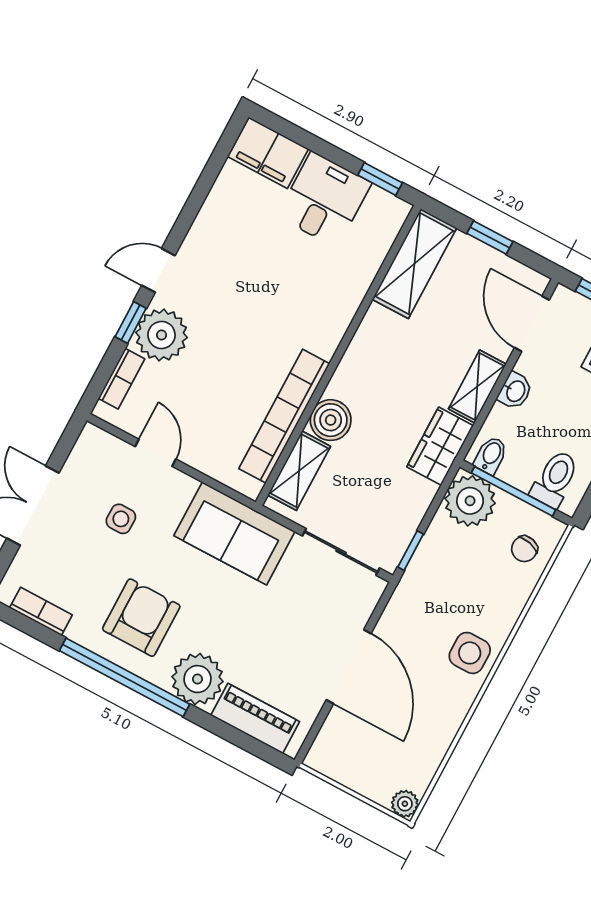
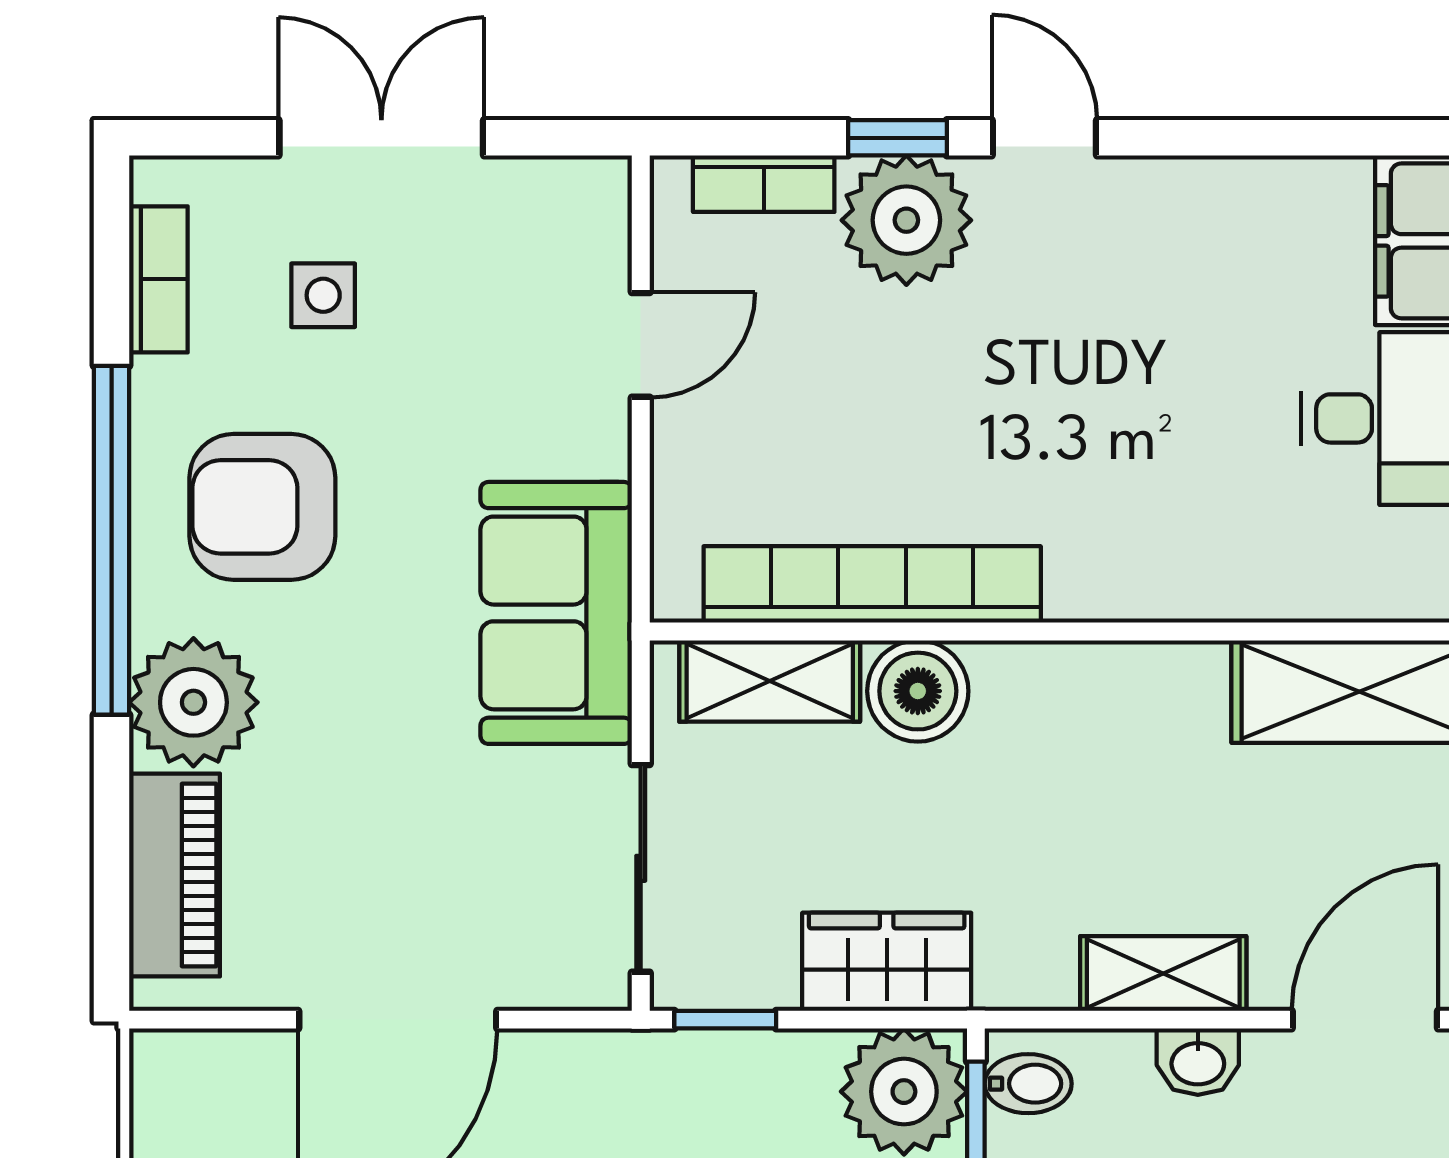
wardrobe: (440, 446) -> (887, 962), moved
side table: (121, 519) -> (323, 295), moved
armchair: (141, 618) -> (262, 507), turned 180

